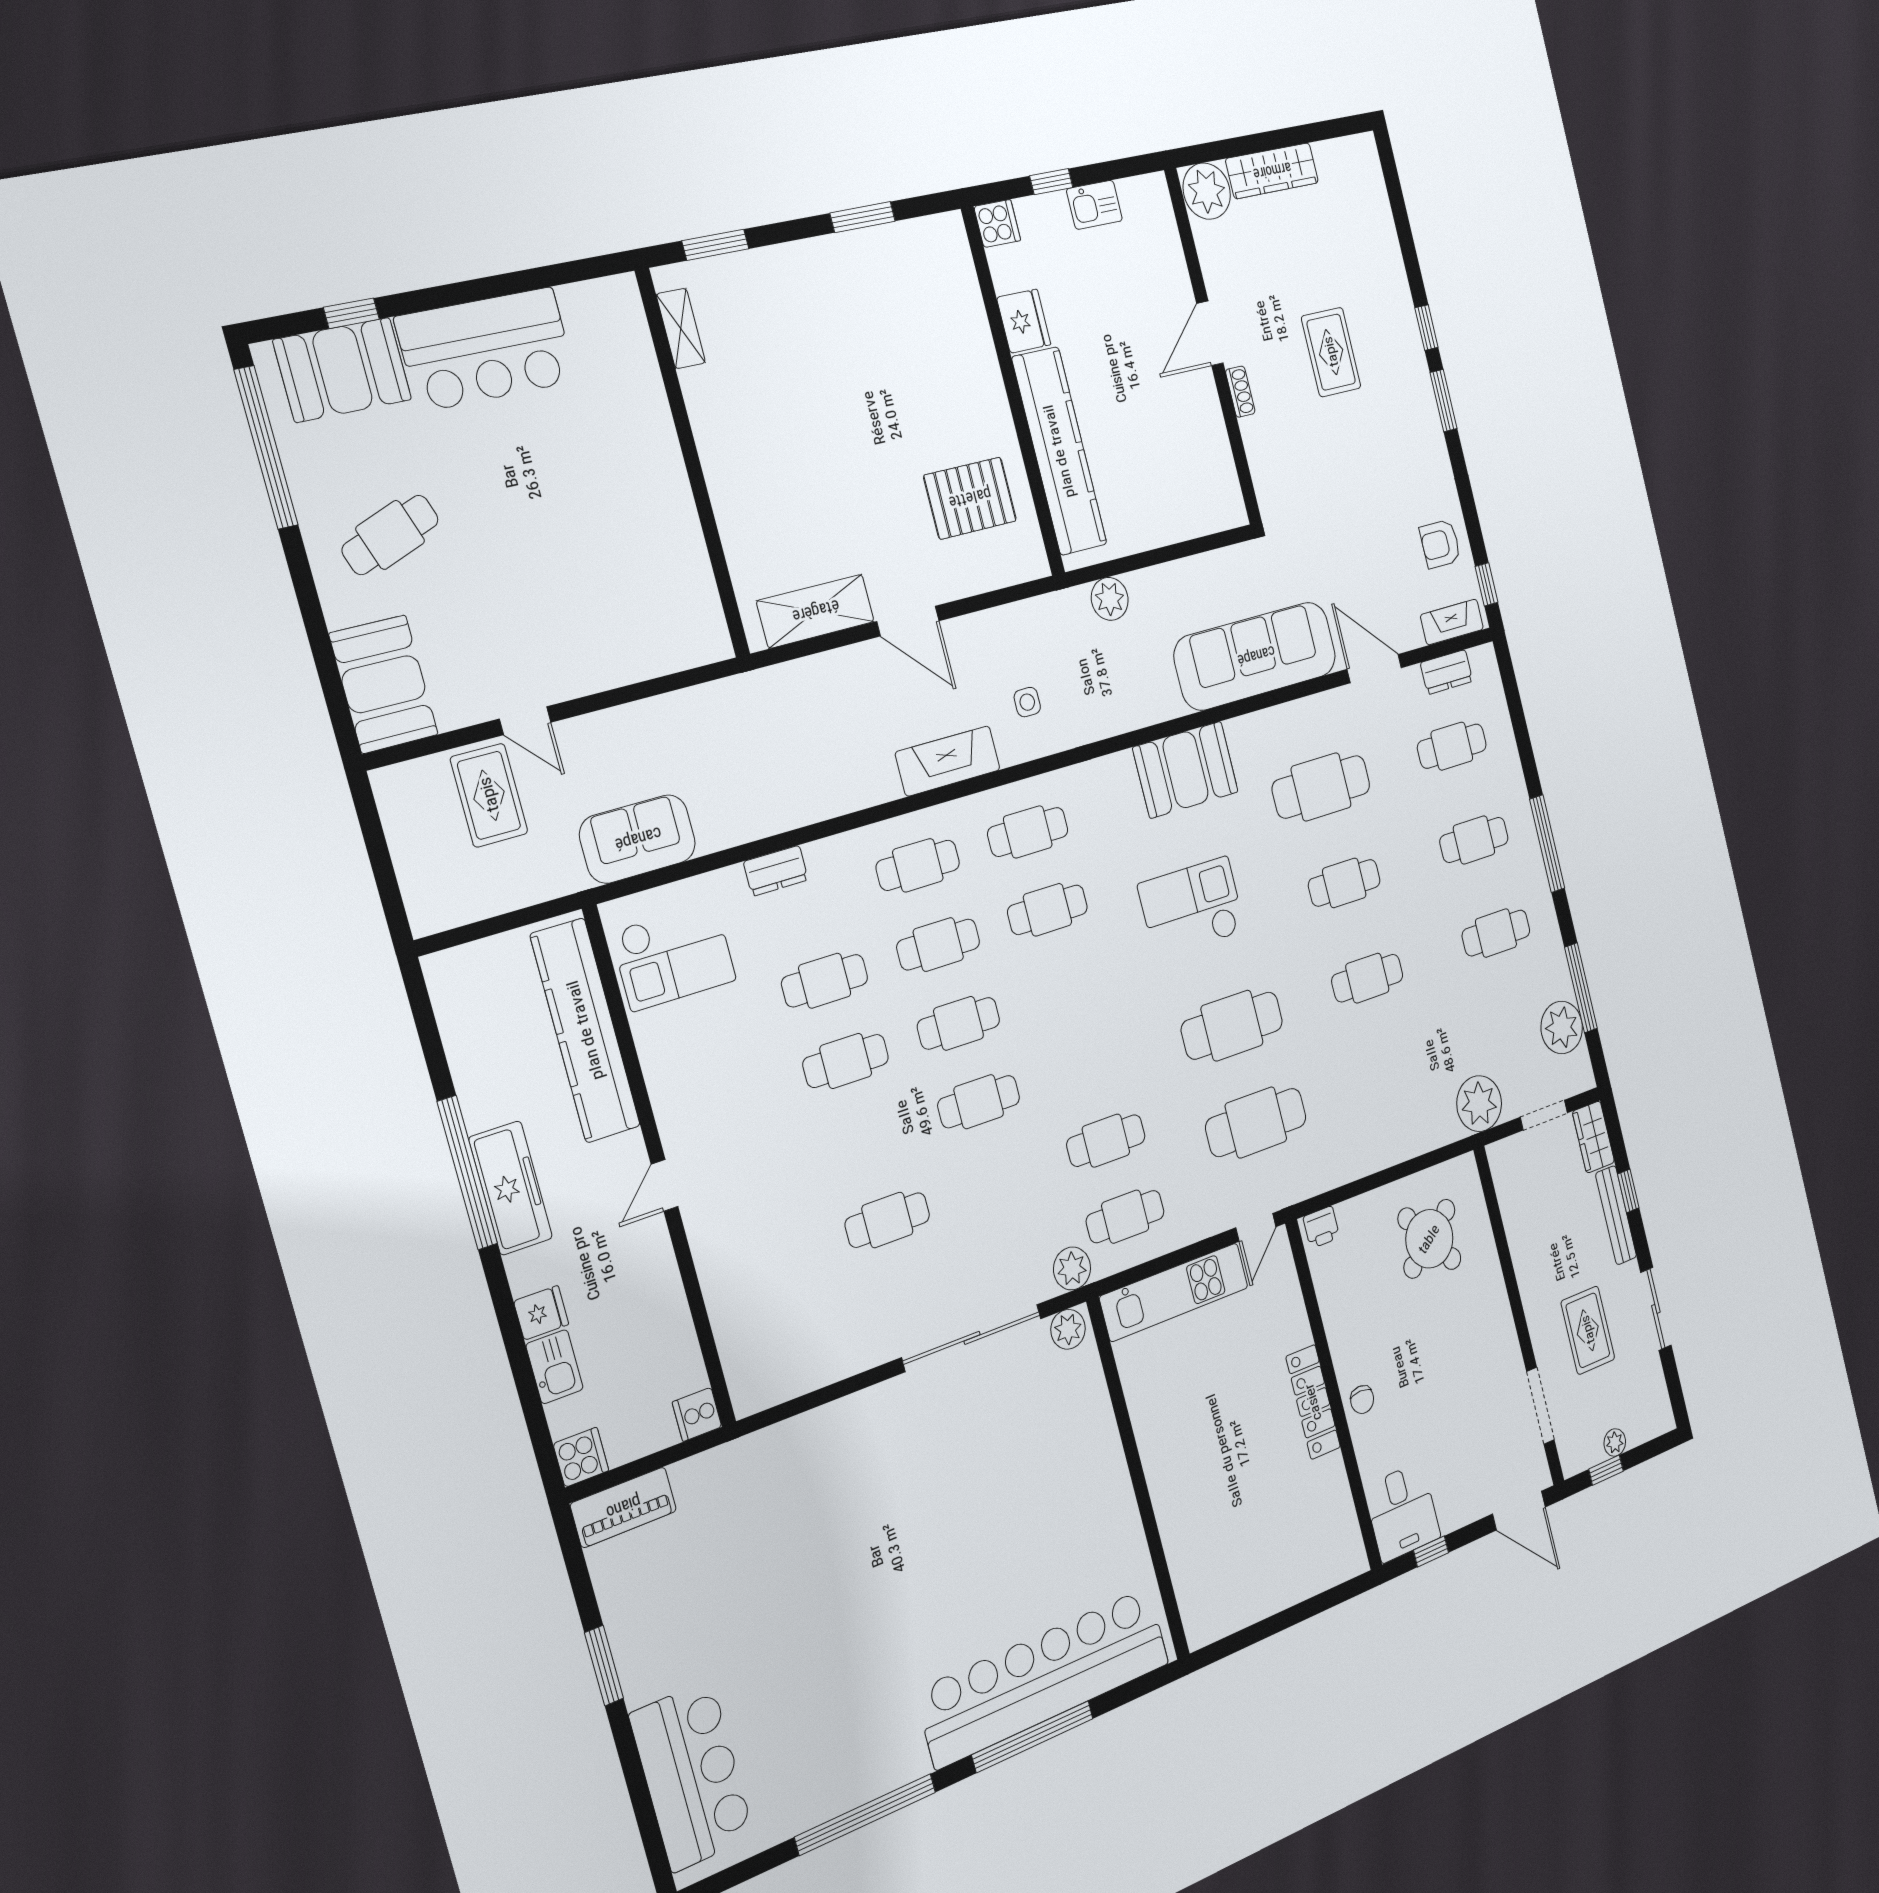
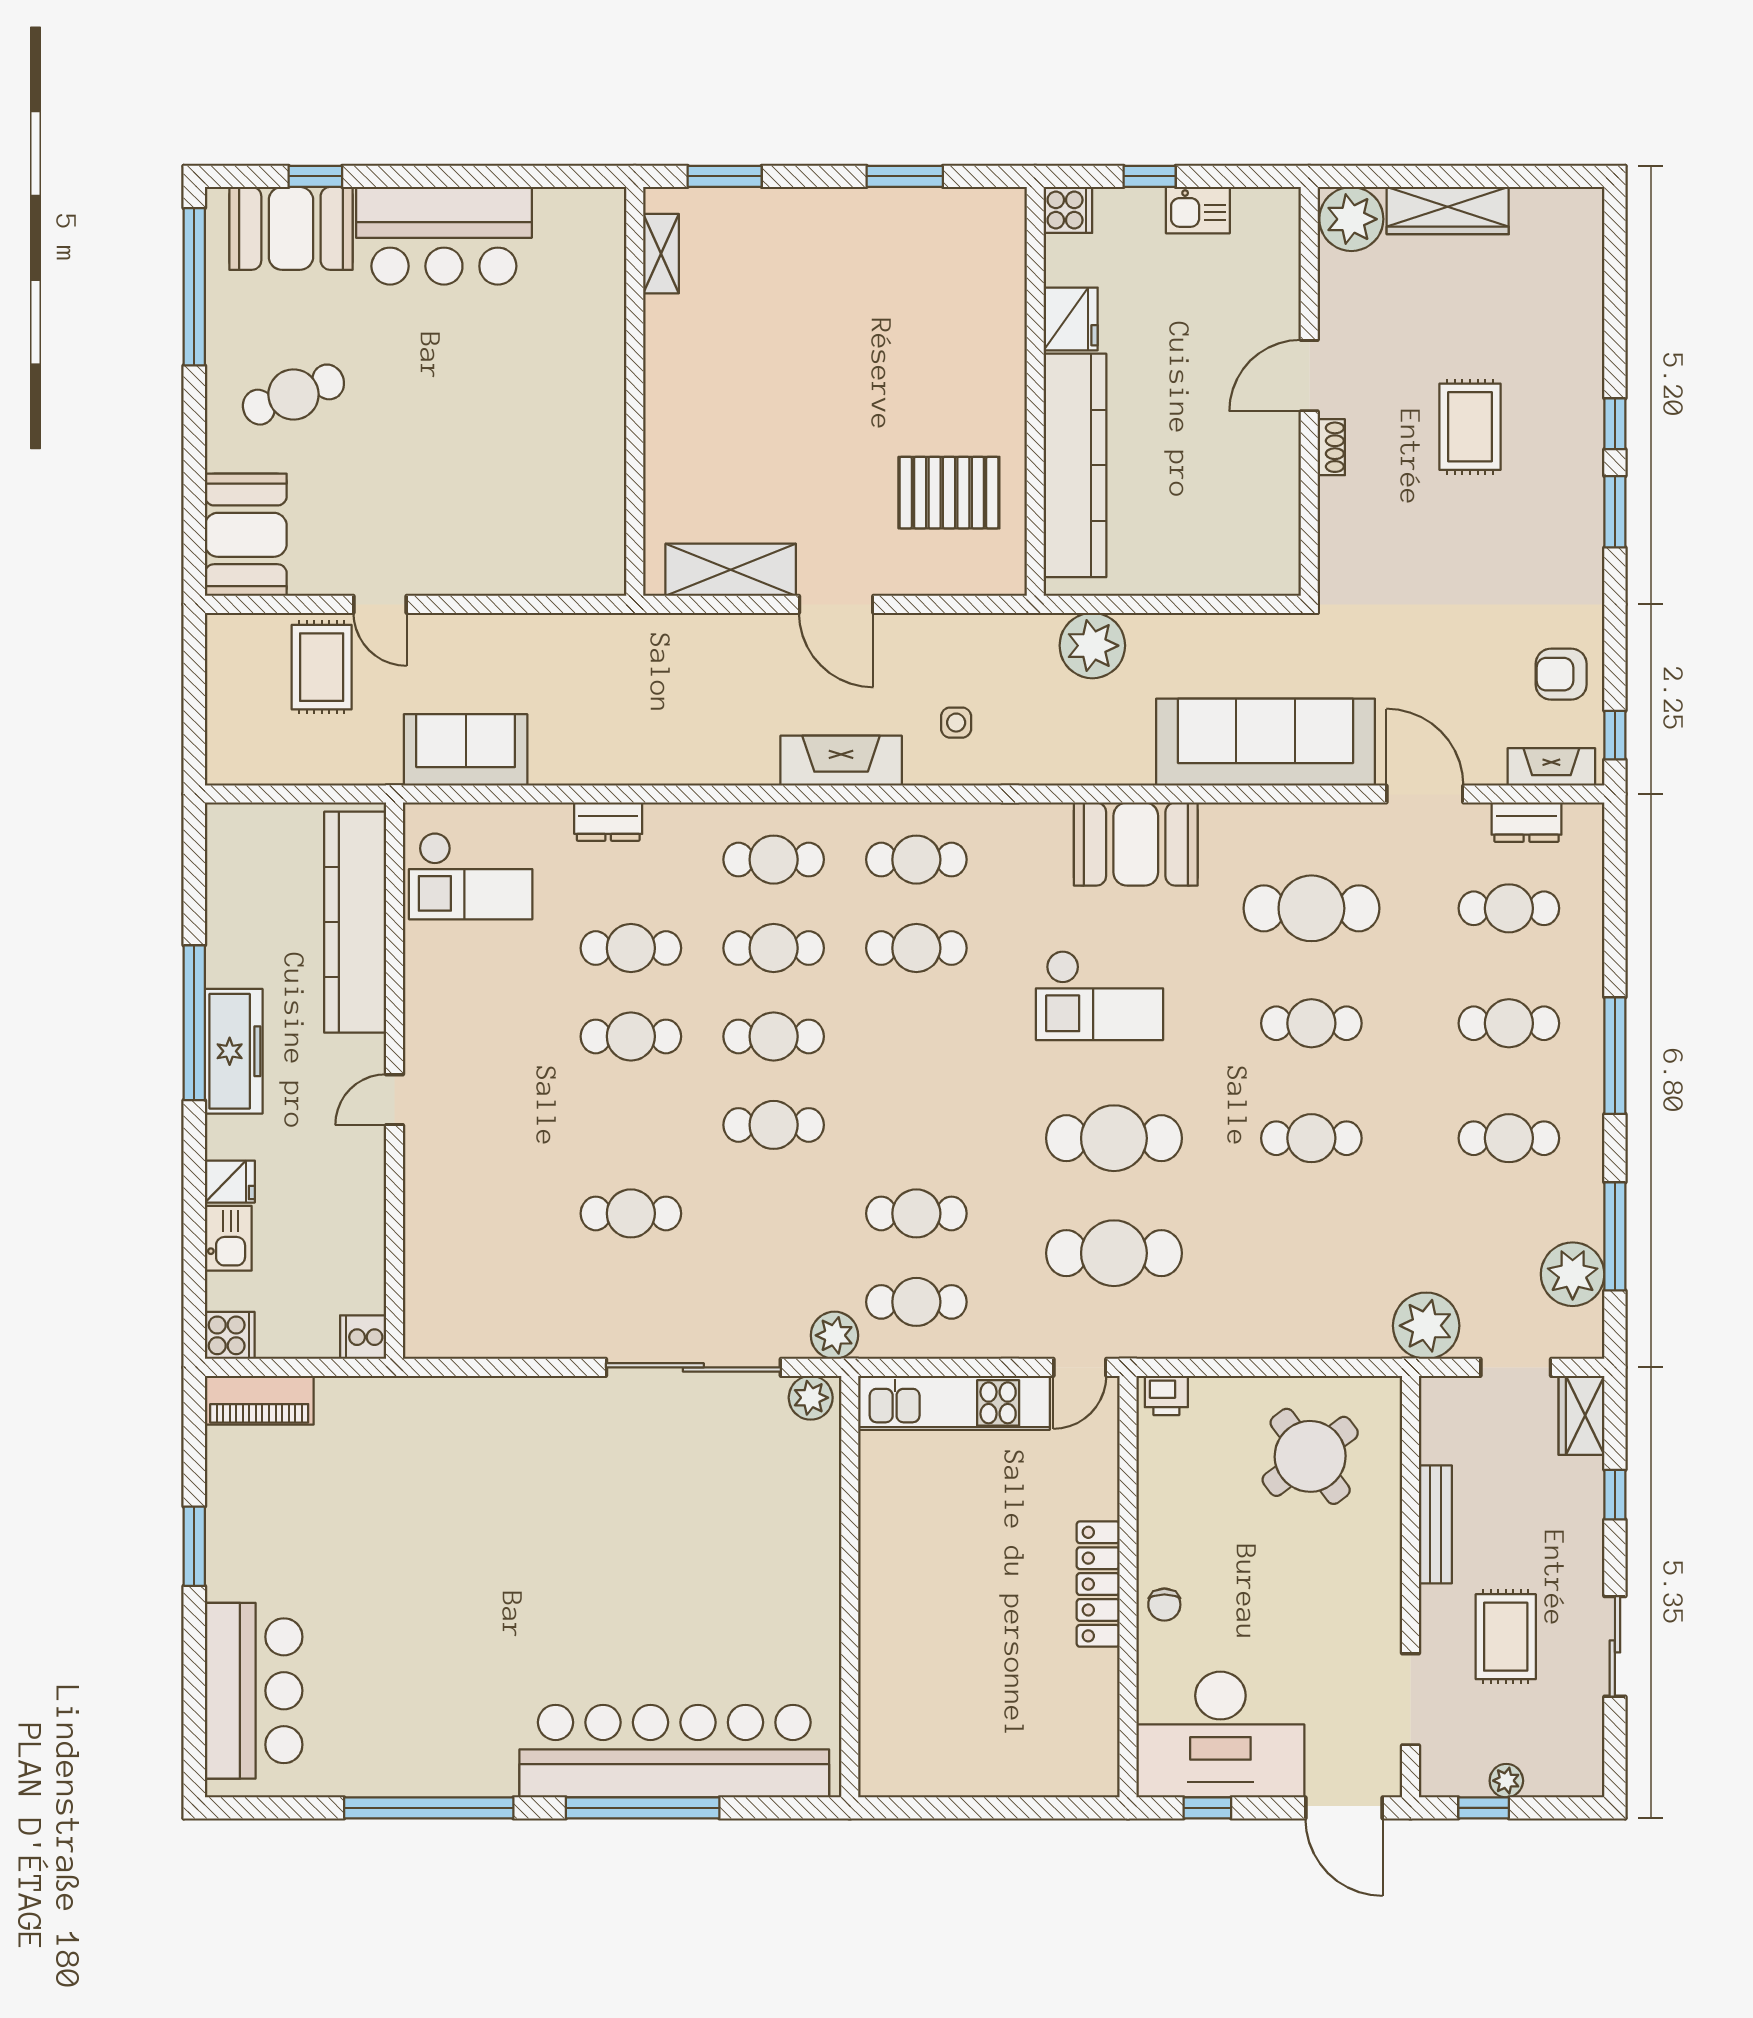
plant: (1110, 599) -> (1092, 646), width x1.36, depth x1.36
checkout: (1192, 908) -> (1100, 995), turned 180
bench: (1616, 1215) -> (1435, 1524), moved
desk: (1402, 1512) -> (1220, 1735), width x1.87, depth x1.30

